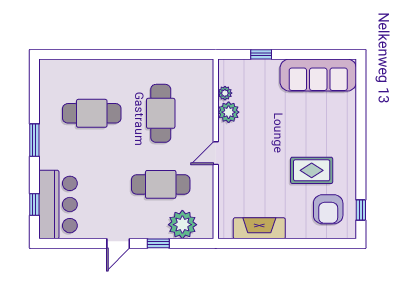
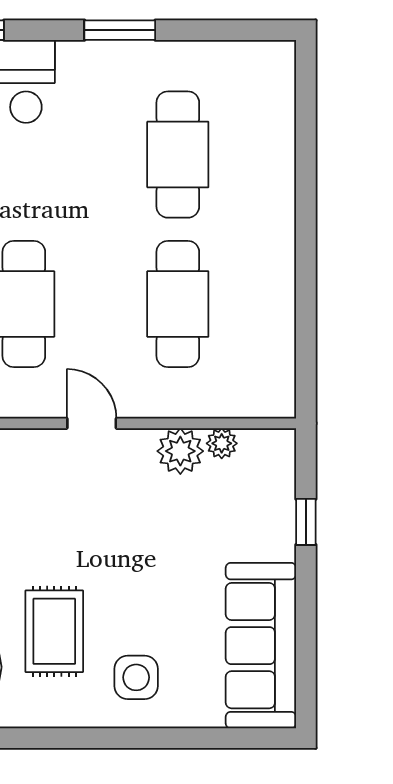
cafe table: (161, 113) -> (178, 304), turned 90
side table: (333, 133) -> (136, 677), added

